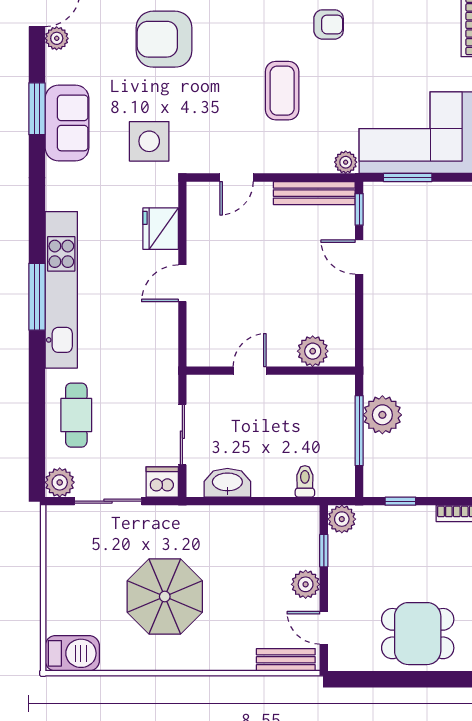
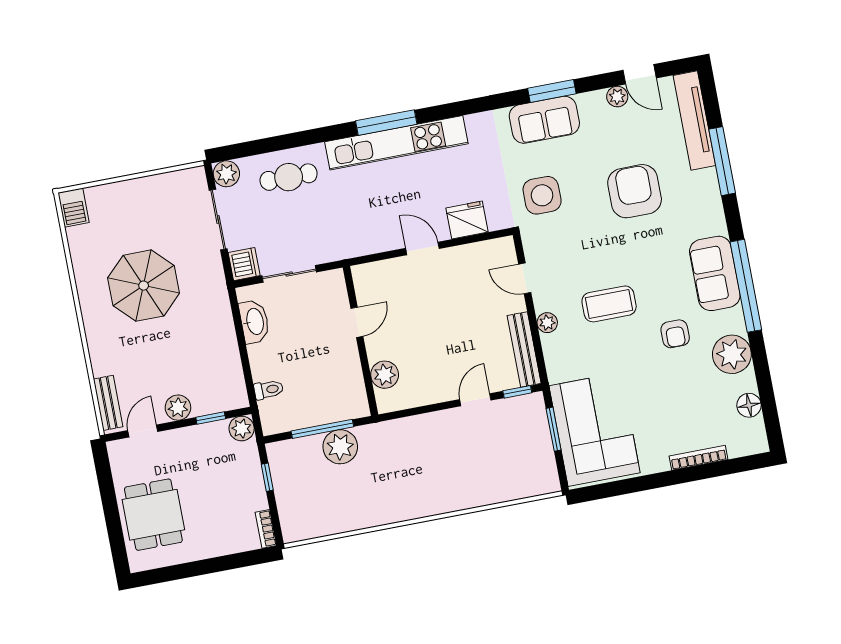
plant: (346, 162) -> (547, 323), moved
door: (250, 371) -> (357, 322), hinge flipped
barbecue: (72, 653) -> (73, 208), width x0.73, depth x0.79

